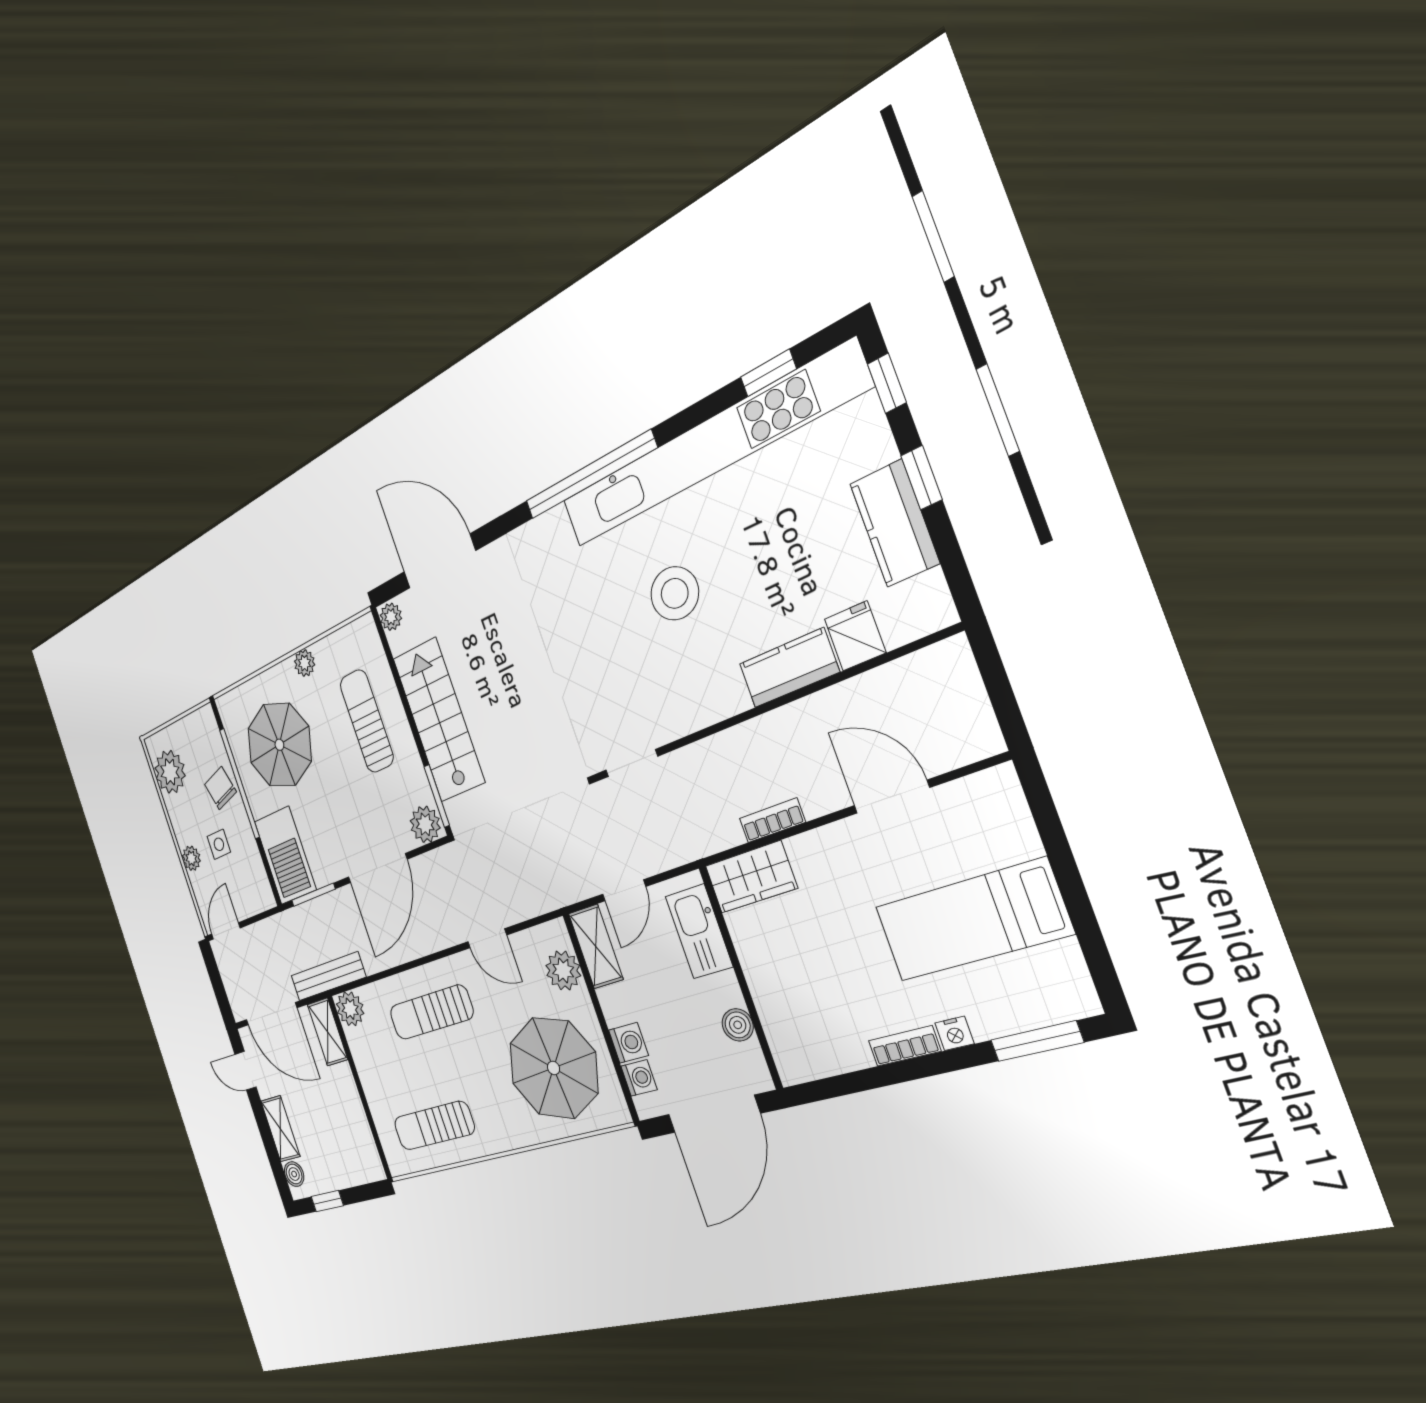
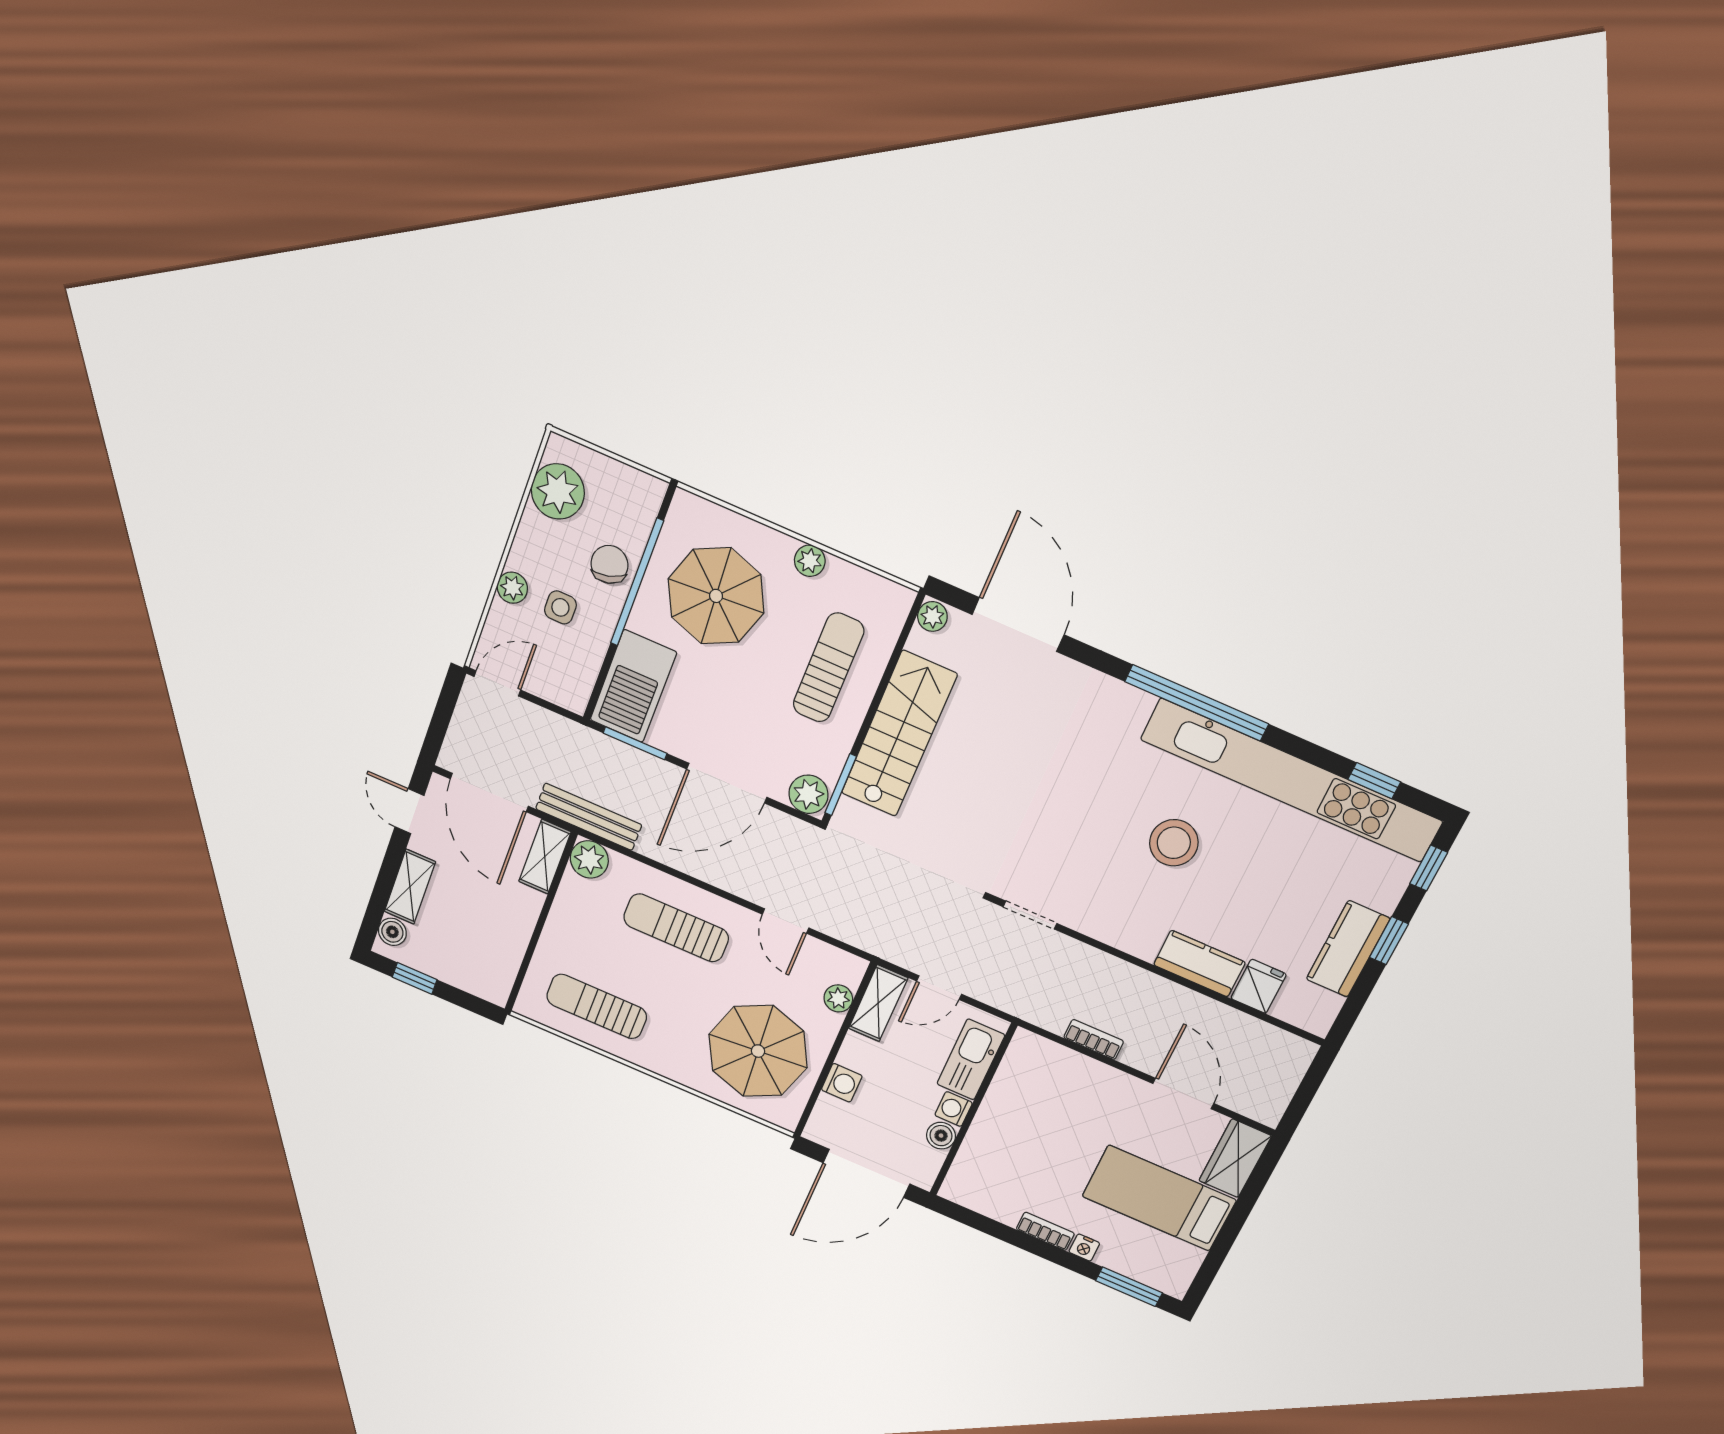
wardrobe: (751, 877) -> (1235, 1158), moved, turned 90
plant: (563, 970) -> (838, 998), width x0.73, depth x0.73
washing machine: (639, 1078) -> (954, 1109), moved, turned 180

